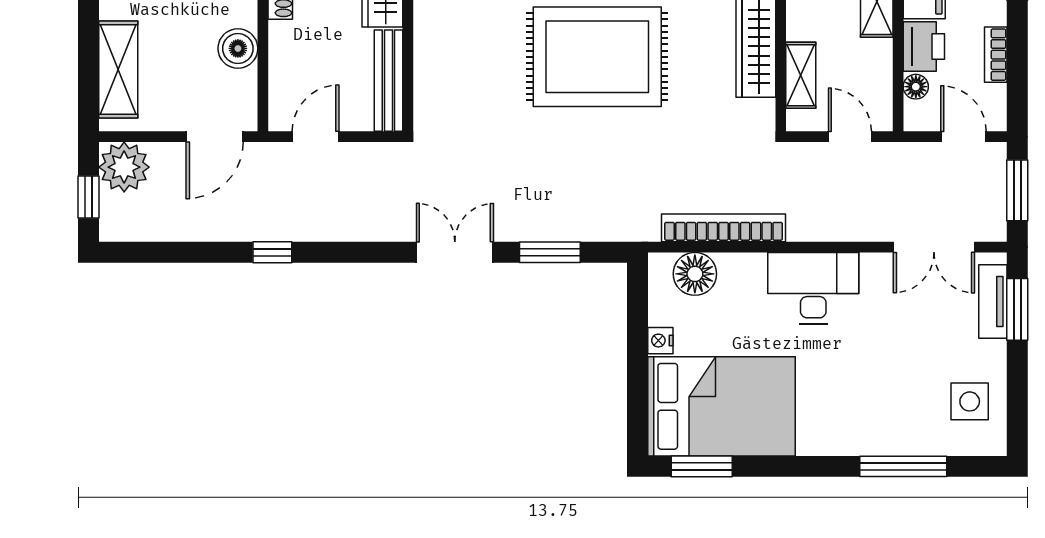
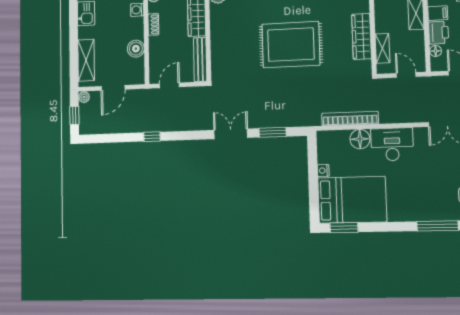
door: (215, 137) -> (113, 88), moved
plant: (124, 167) -> (84, 97), width x0.53, depth x0.53
floor lamp: (695, 274) -> (360, 139), moved

